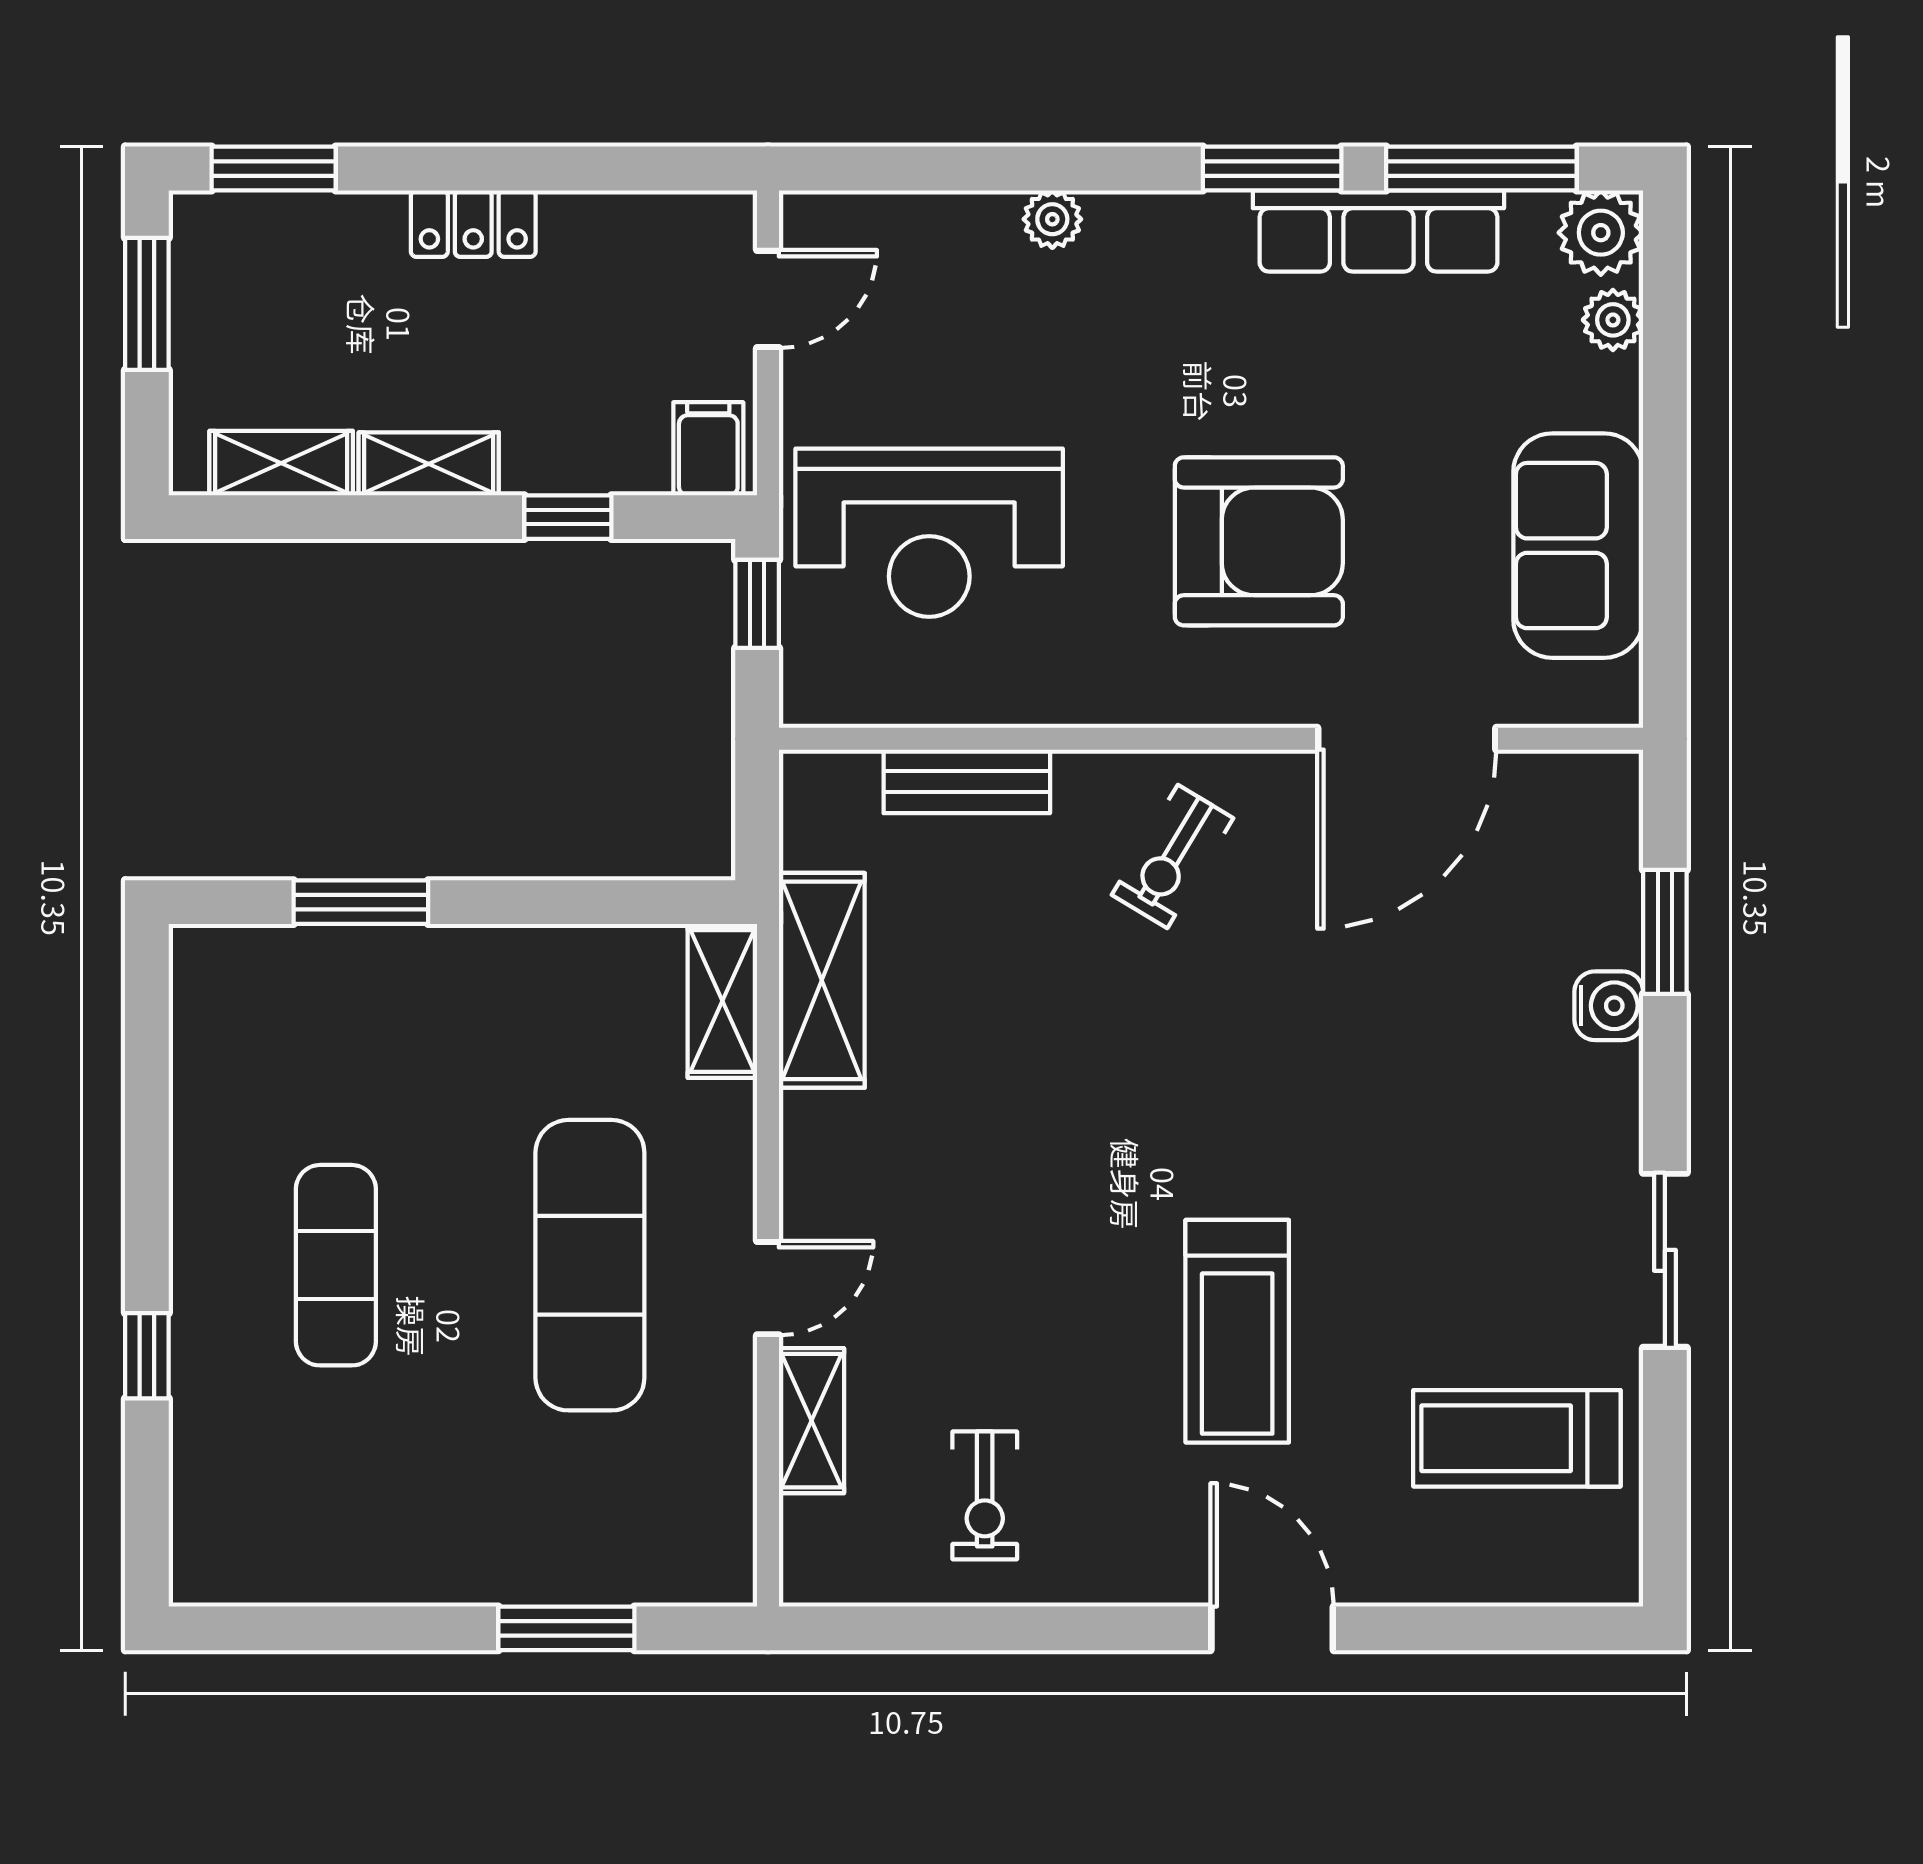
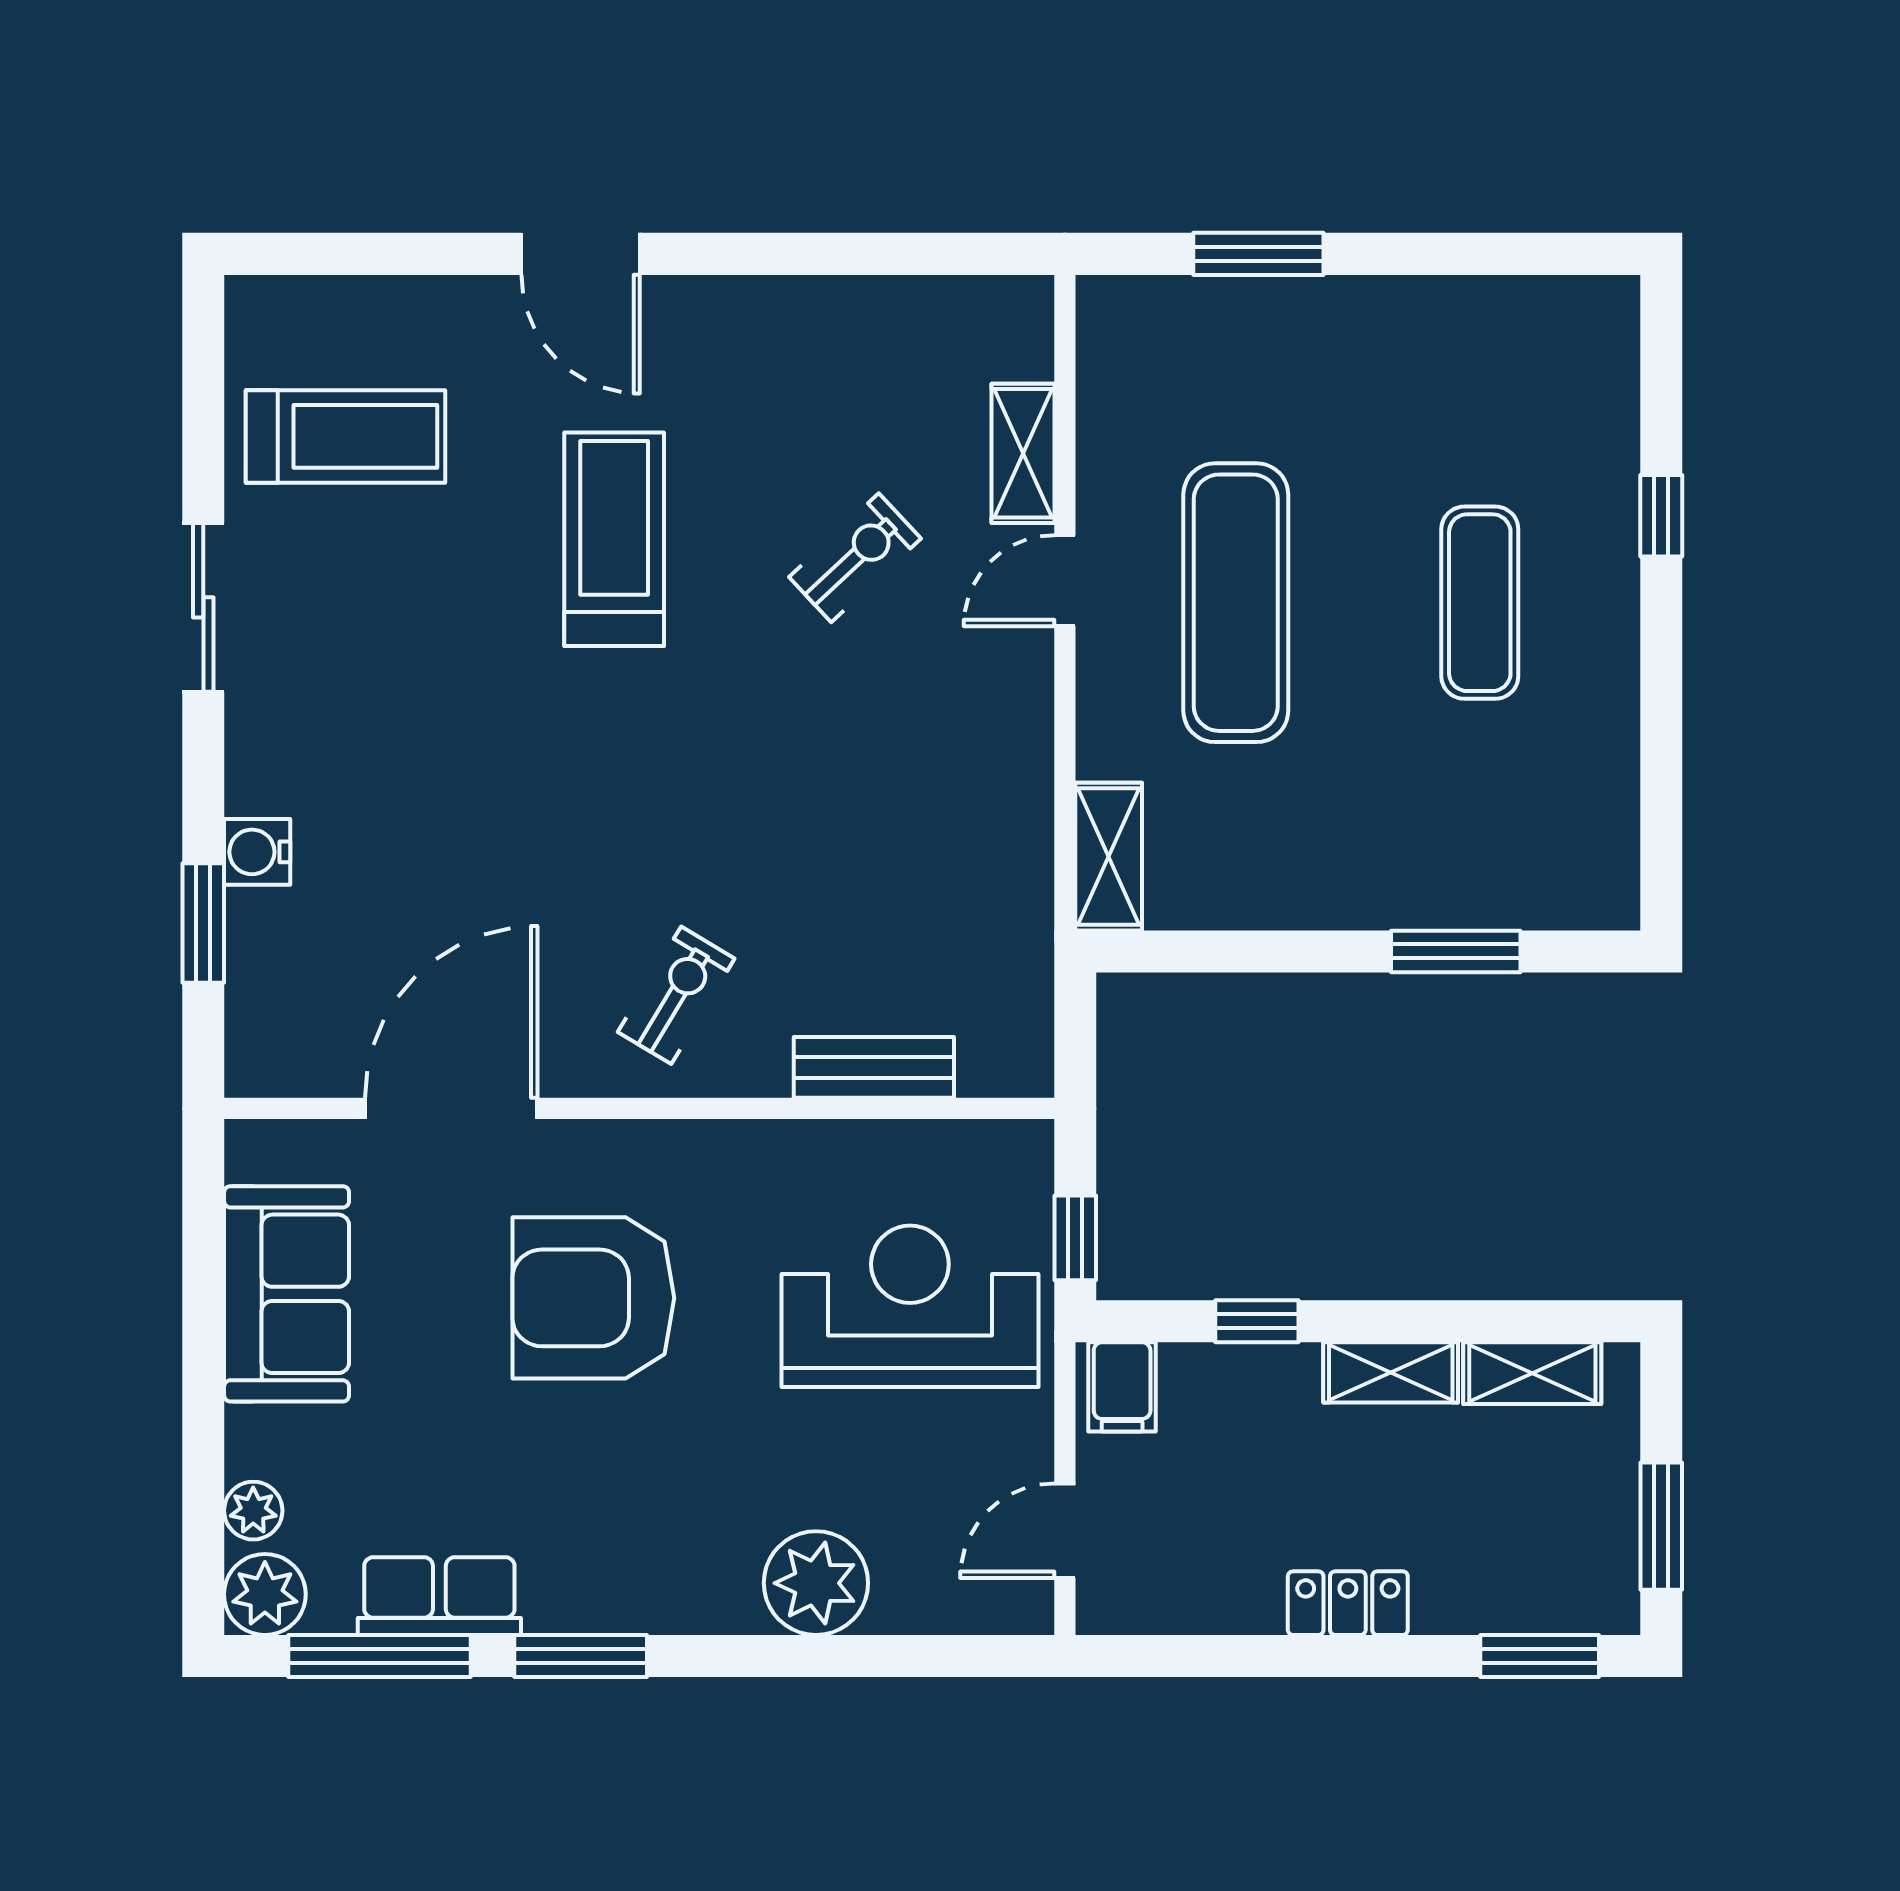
plant: (1052, 219) -> (816, 1583), width x1.87, depth x1.87
row of seats: (1378, 231) -> (439, 1596), width x0.68
shelving: (822, 980) -> (1013, 876), removed
exercise bike: (985, 1495) -> (855, 558), moved, turned 47

